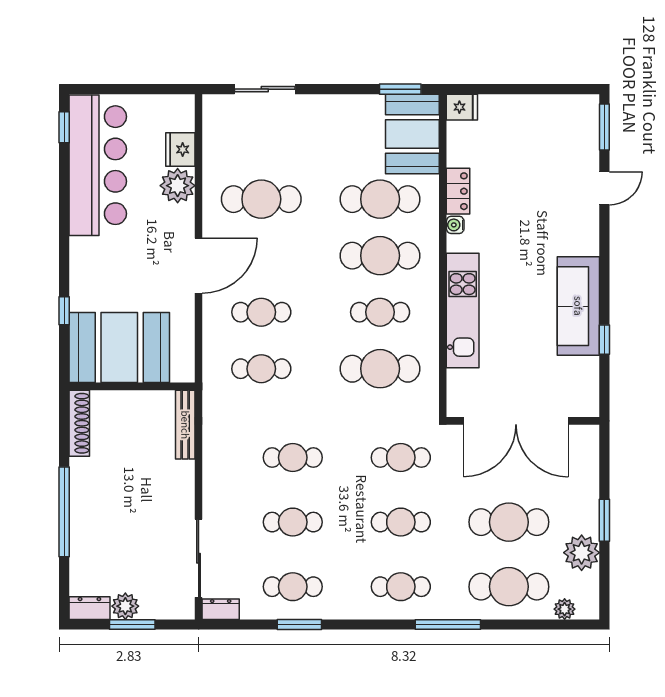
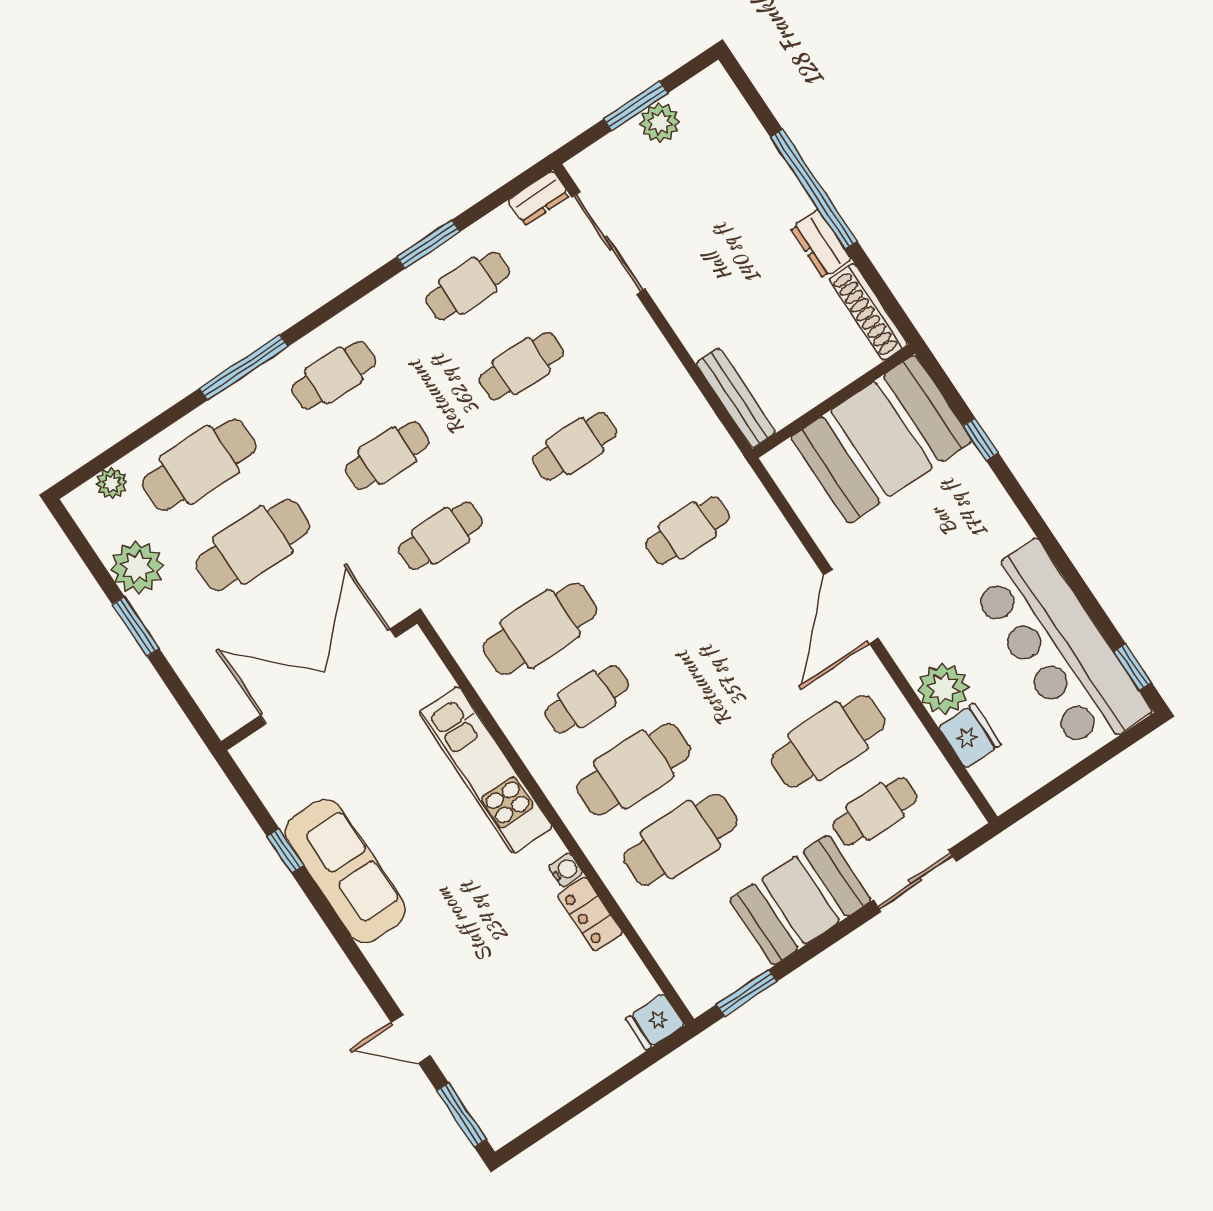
booth: (412, 134) -> (800, 900), moved, turned 90
door: (604, 188) -> (411, 1039), hinge flipped
cafe table: (261, 312) -> (875, 811), moved
dresser: (89, 608) -> (821, 244), moved, turned 90

